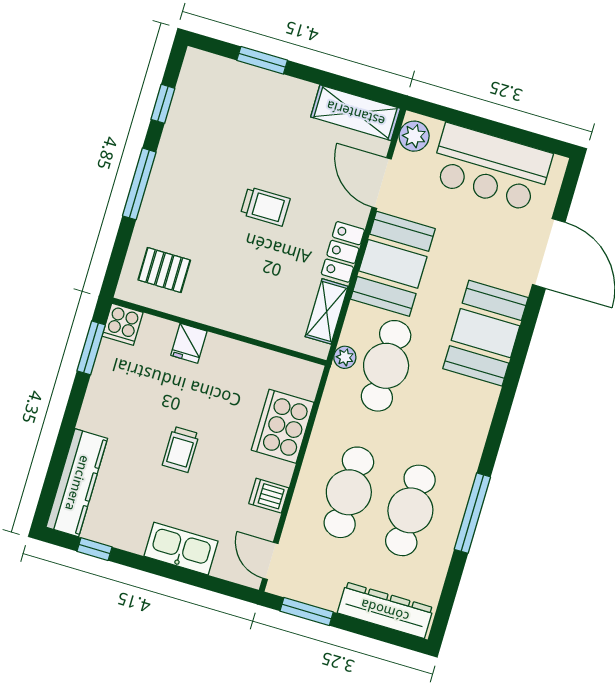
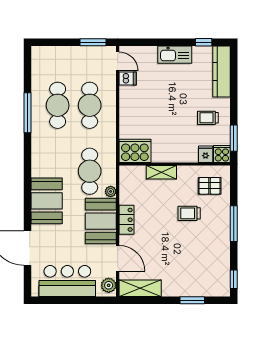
window: (163, 104) -> (234, 279), moved
trolley: (265, 206) -> (189, 213), moved
shelving: (327, 311) -> (161, 172), moved, turned 90
fridge: (189, 343) -> (206, 154), moved
plant: (345, 357) -> (111, 191), moved
cooker: (283, 426) -> (135, 151), moved, turned -90
trolley: (181, 449) -> (208, 118), moved, turned -90
dishwasher: (269, 496) -> (128, 78), moved
kitchen sink: (181, 549) -> (175, 55), moved
dresser: (385, 610) -> (55, 54), removed

